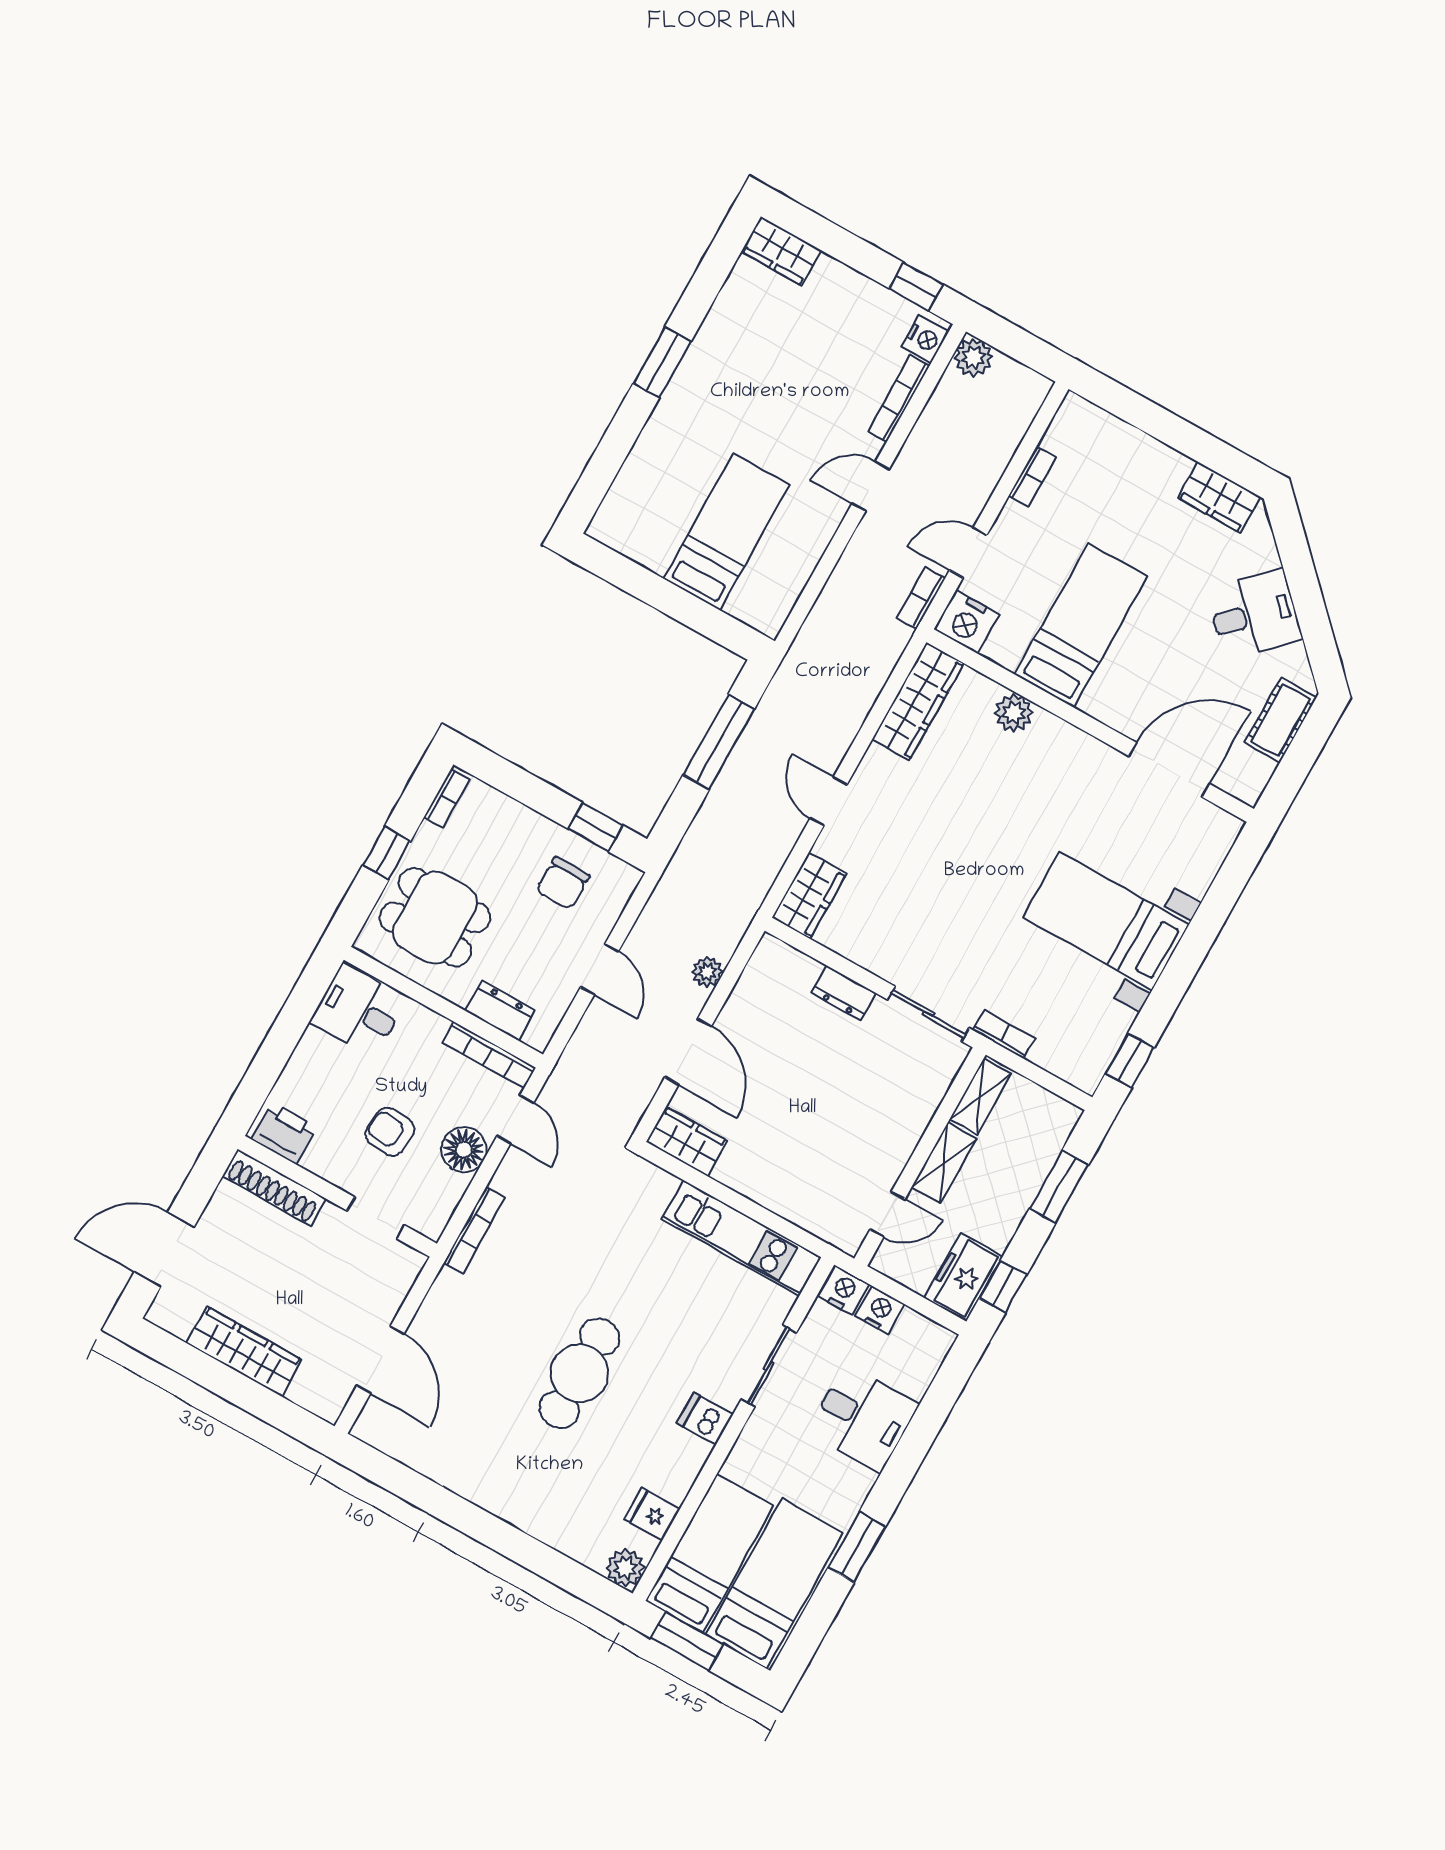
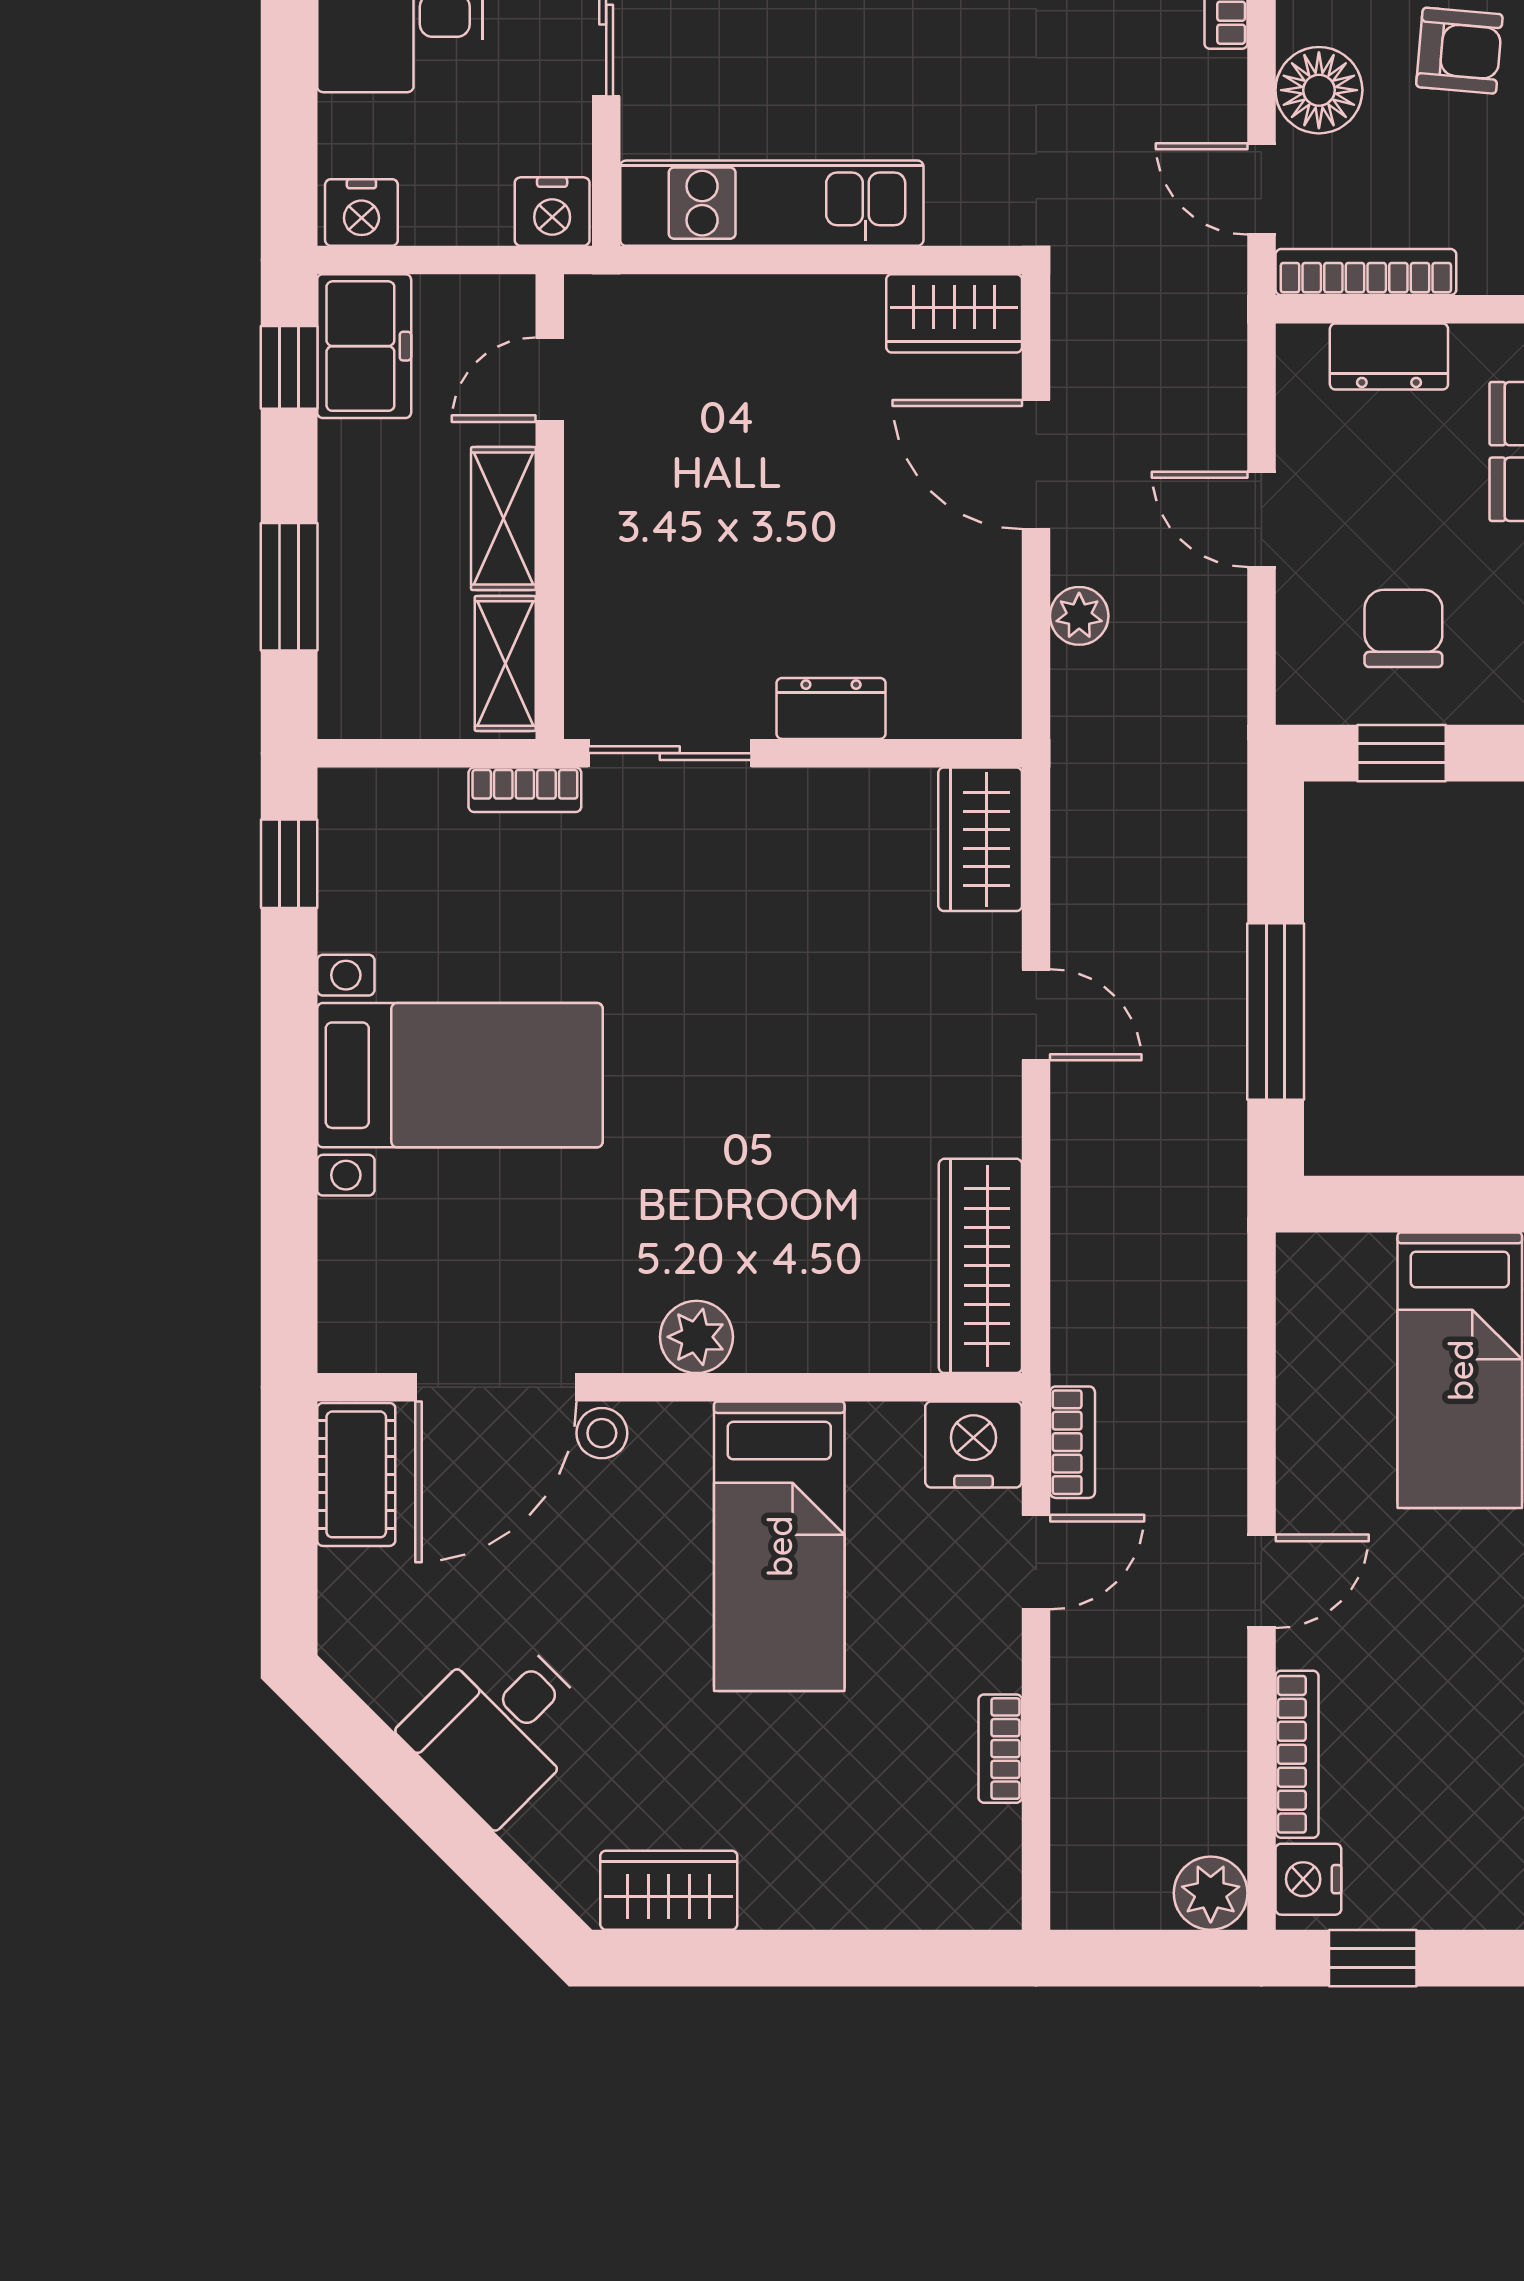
plant: (1014, 713) -> (696, 1337), moved
cot: (1281, 720) -> (356, 1474), moved
stool: (1133, 722) -> (602, 1433), added
nightstand: (880, 1310) -> (361, 212), moved

